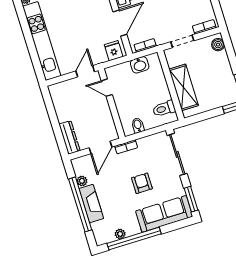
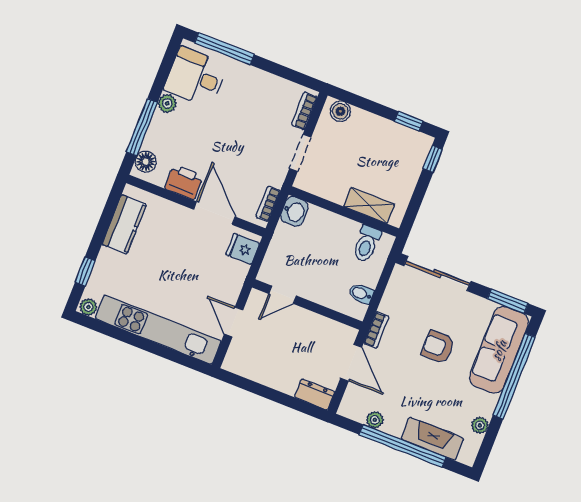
washbasin: (140, 65) -> (294, 211), moved
door: (85, 71) -> (234, 322), moved
shelving: (184, 87) -> (369, 205), width x0.67, depth x0.75
dresser: (70, 137) -> (315, 395), width x0.70
fireplace: (91, 204) -> (432, 439), moved
window: (134, 239) -> (514, 376), moved

